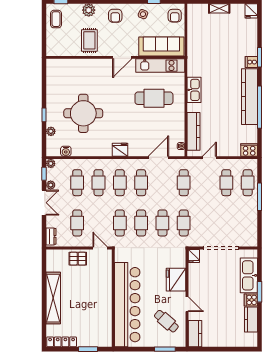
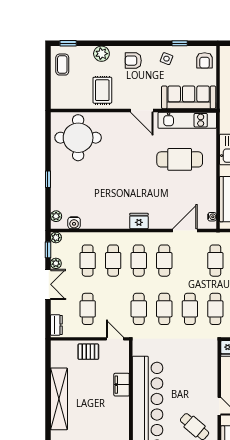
armchair: (115, 16) -> (133, 61), turned 90
door: (122, 57) -> (142, 110), hinge flipped
round table: (83, 113) -> (78, 138), moved
plant: (51, 131) -> (56, 216), moved
fridge: (176, 280) -> (206, 377), removed
filing cabinet: (106, 286) -> (122, 385), added

